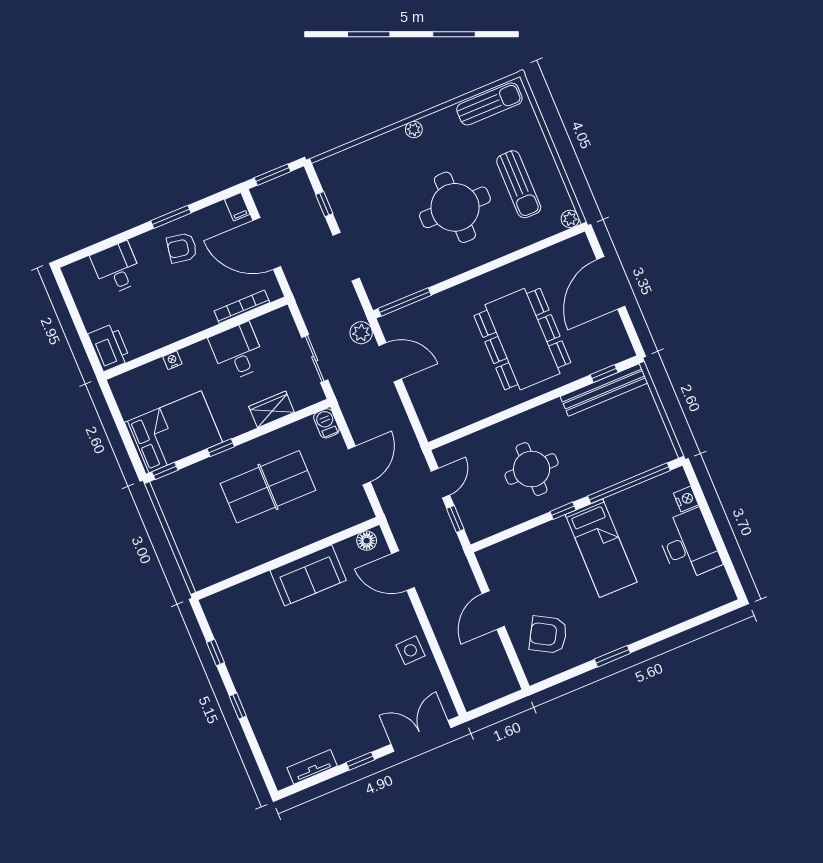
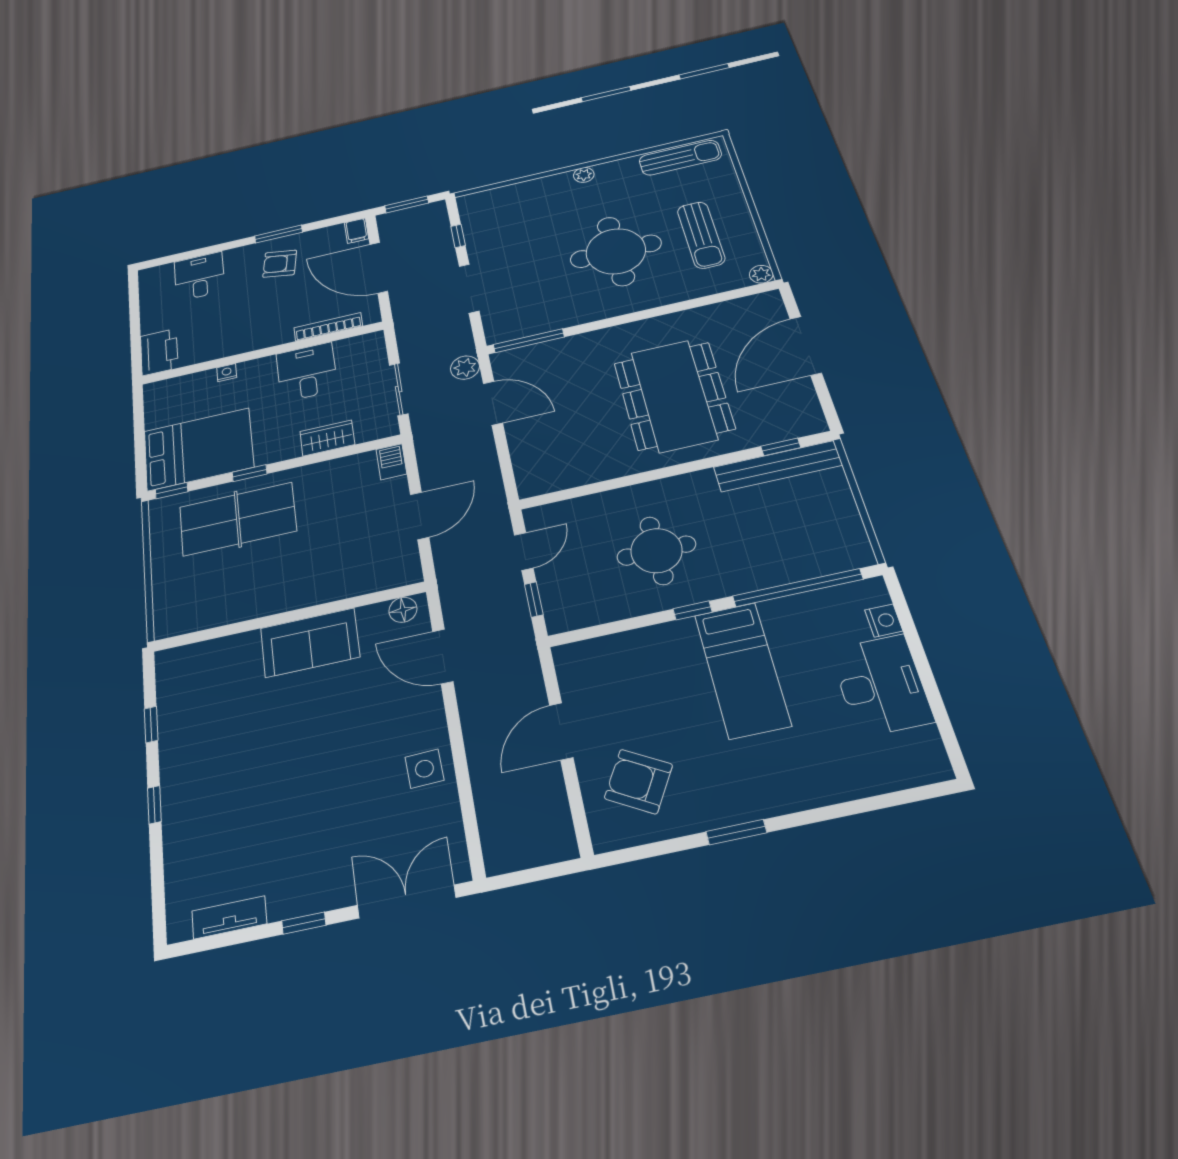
table tennis table: (268, 487) -> (238, 519), moved

